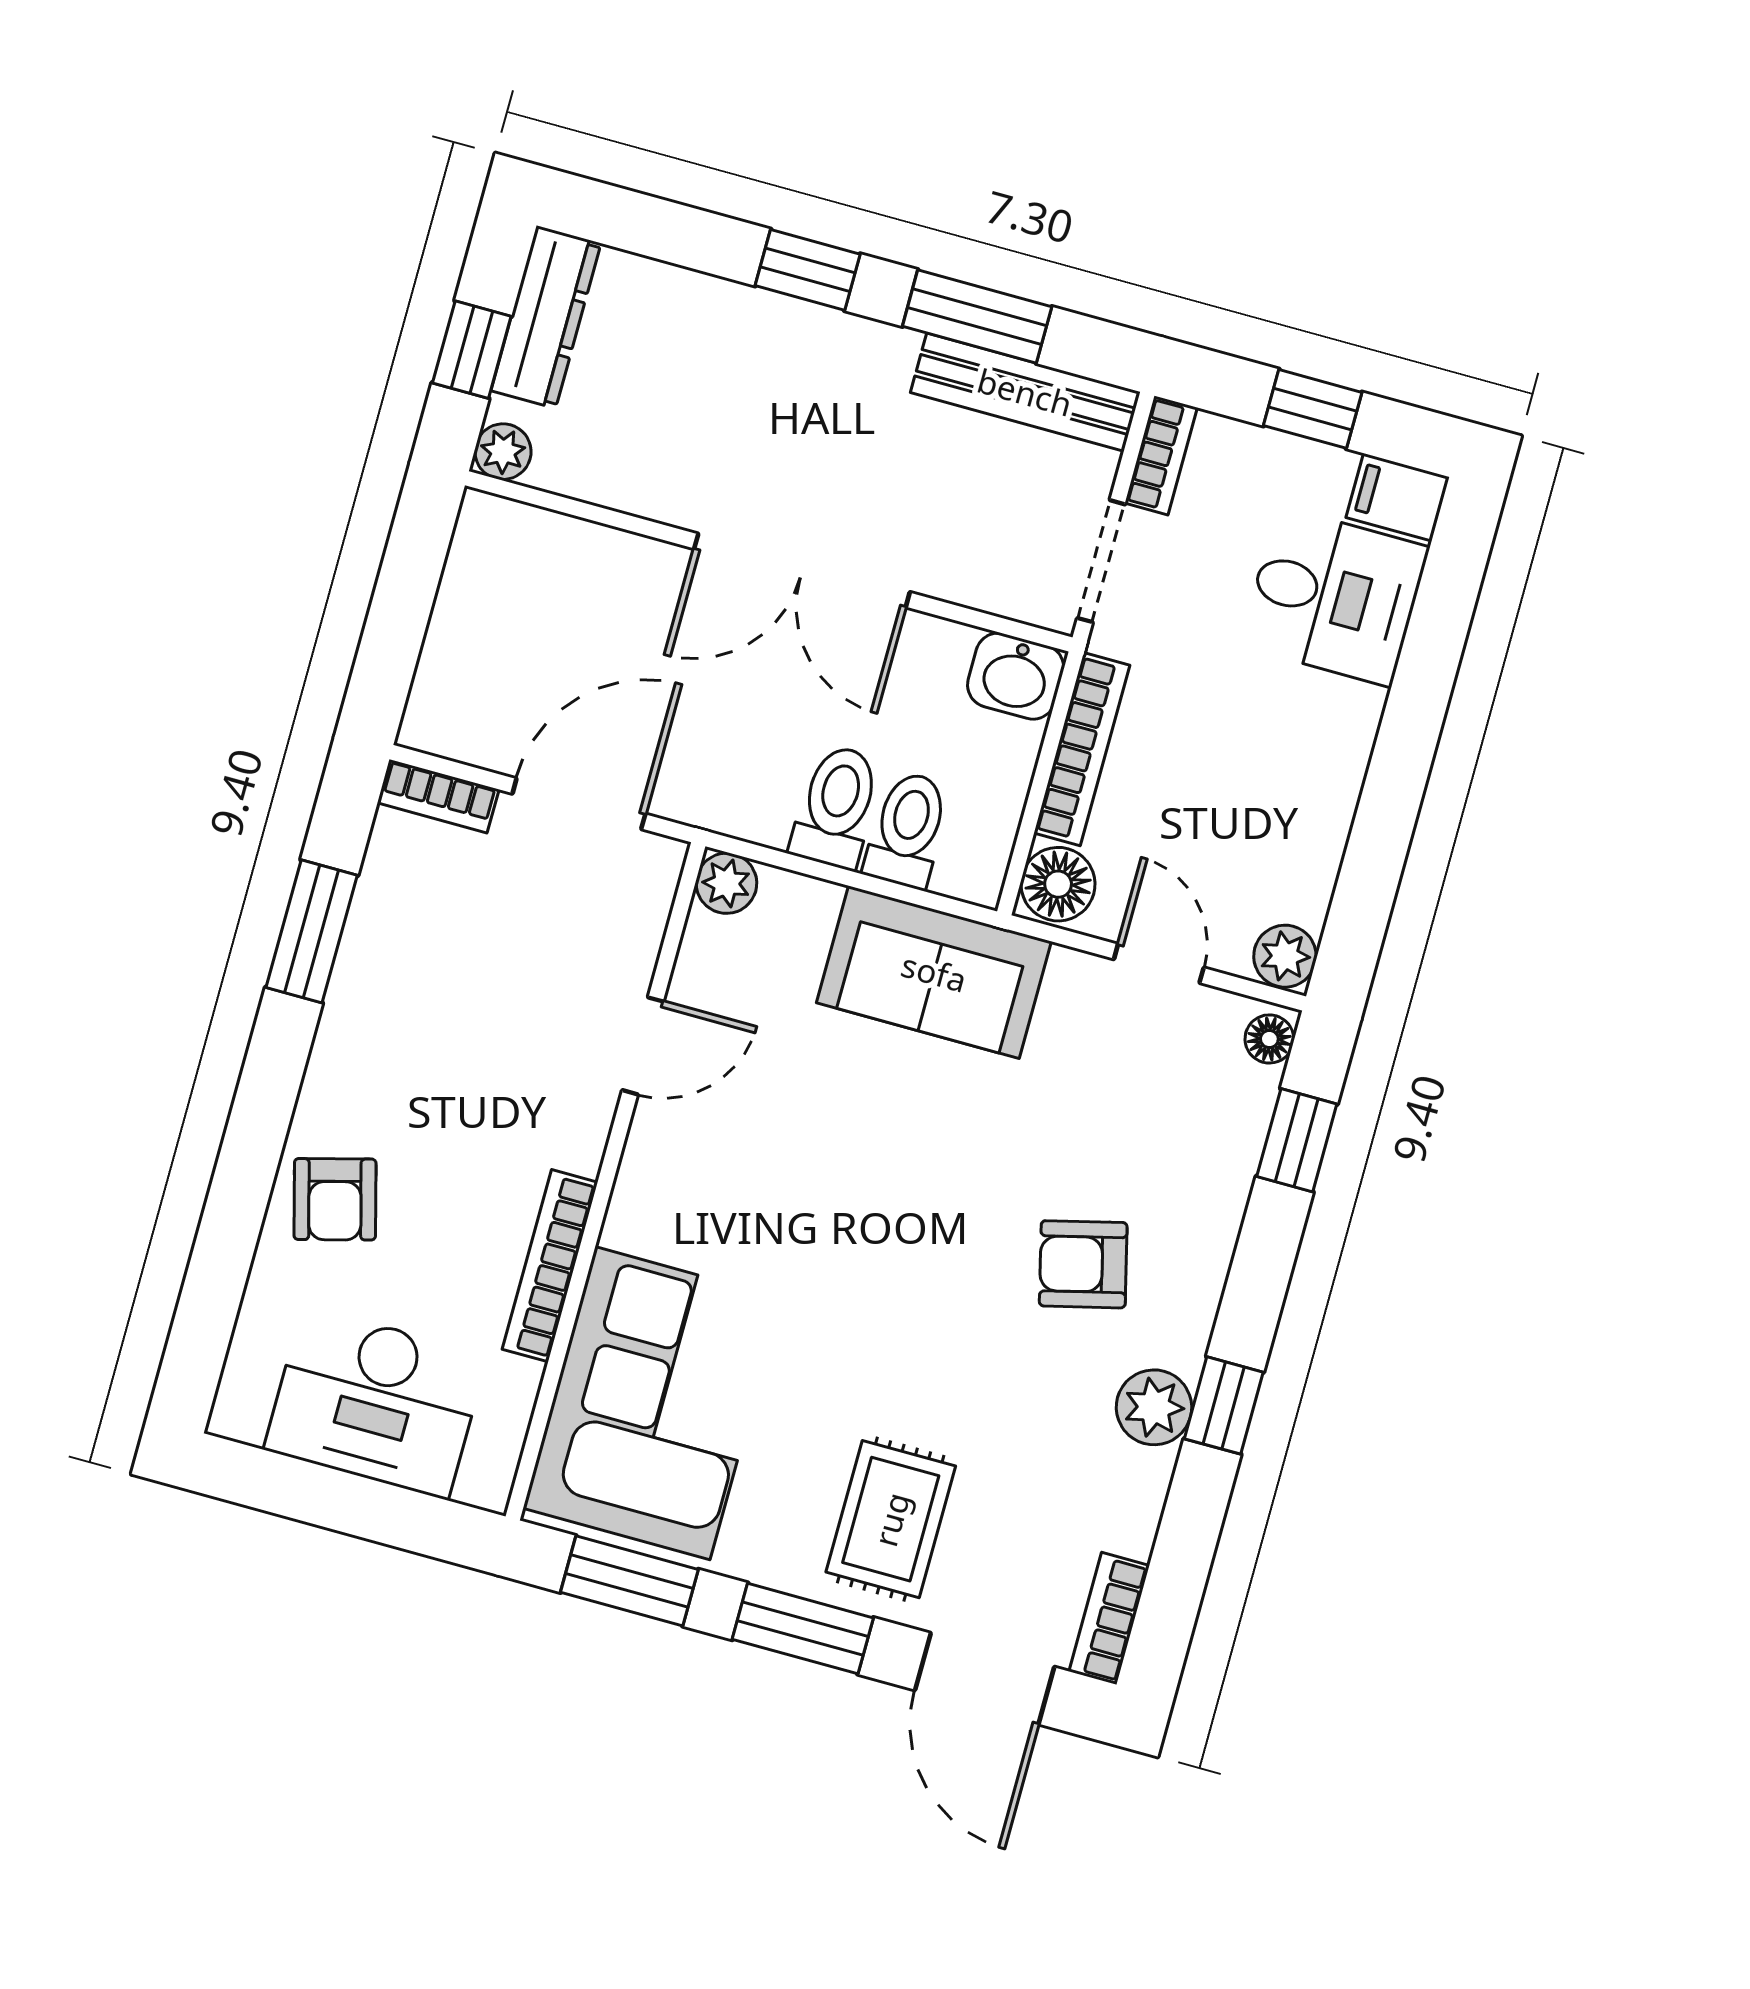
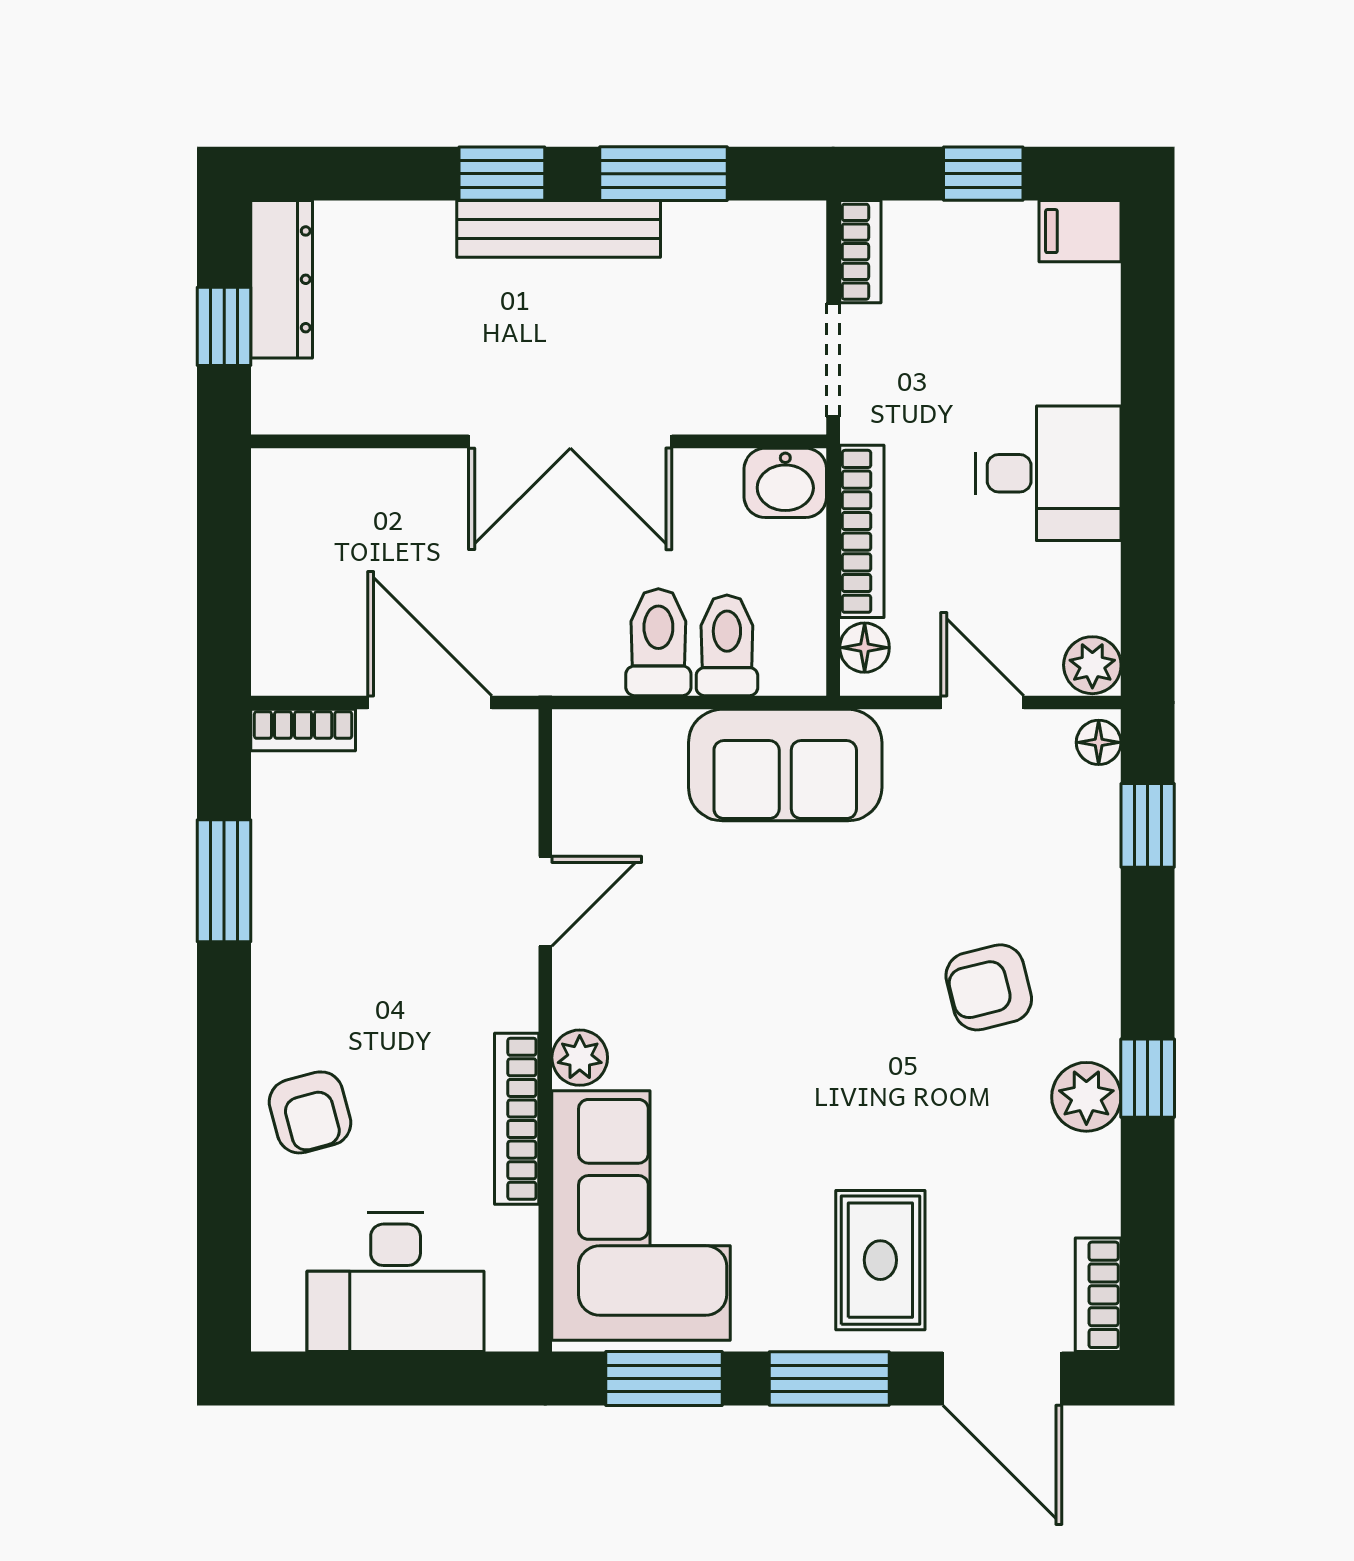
bench: (1025, 392) -> (559, 229), moved
plant: (503, 452) -> (276, 409), removed
desk: (1334, 596) -> (1048, 473), moved
door: (579, 804) -> (430, 702), hinge flipped
plant: (726, 883) -> (580, 1058), moved
floor lamp: (1058, 884) -> (865, 648), width x0.73, depth x0.73

